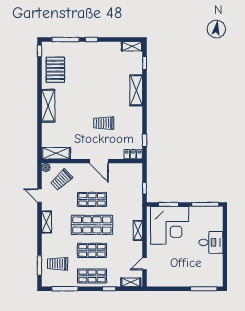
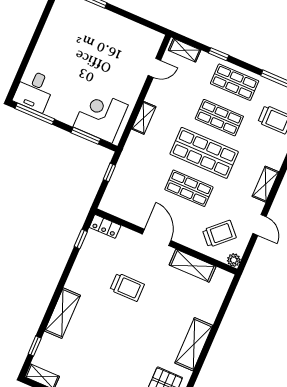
shelving: (56, 153) -> (193, 266), moved
corner desk: (170, 225) -> (101, 116), width x0.74, depth x0.74
desk: (211, 242) -> (34, 91), moved, turned -90

